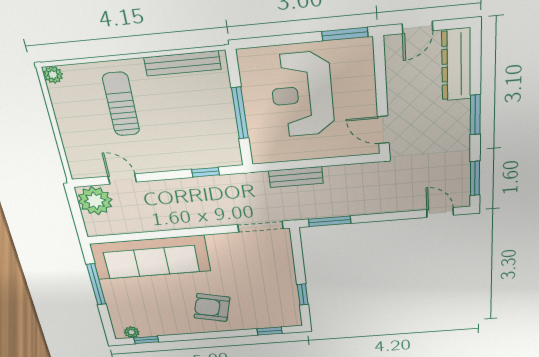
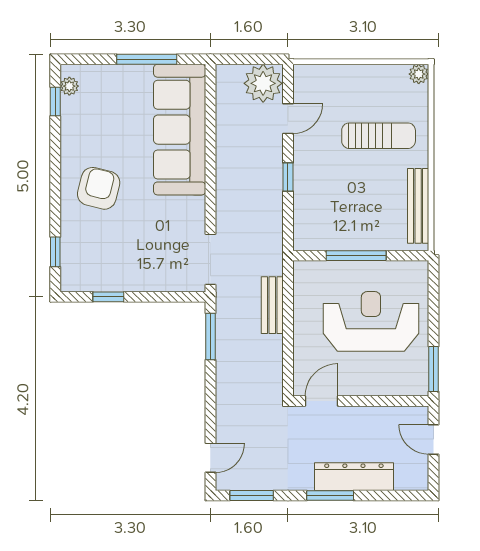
dresser: (456, 65) -> (354, 477), moved
window: (206, 172) -> (288, 177), moved

